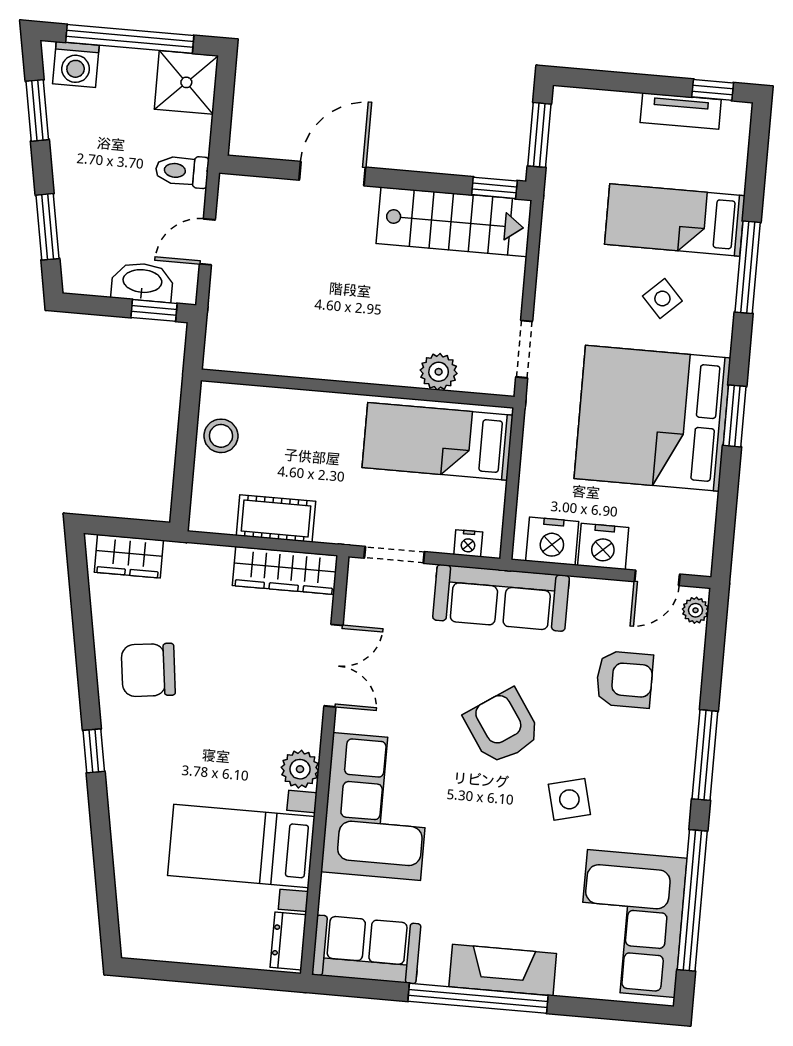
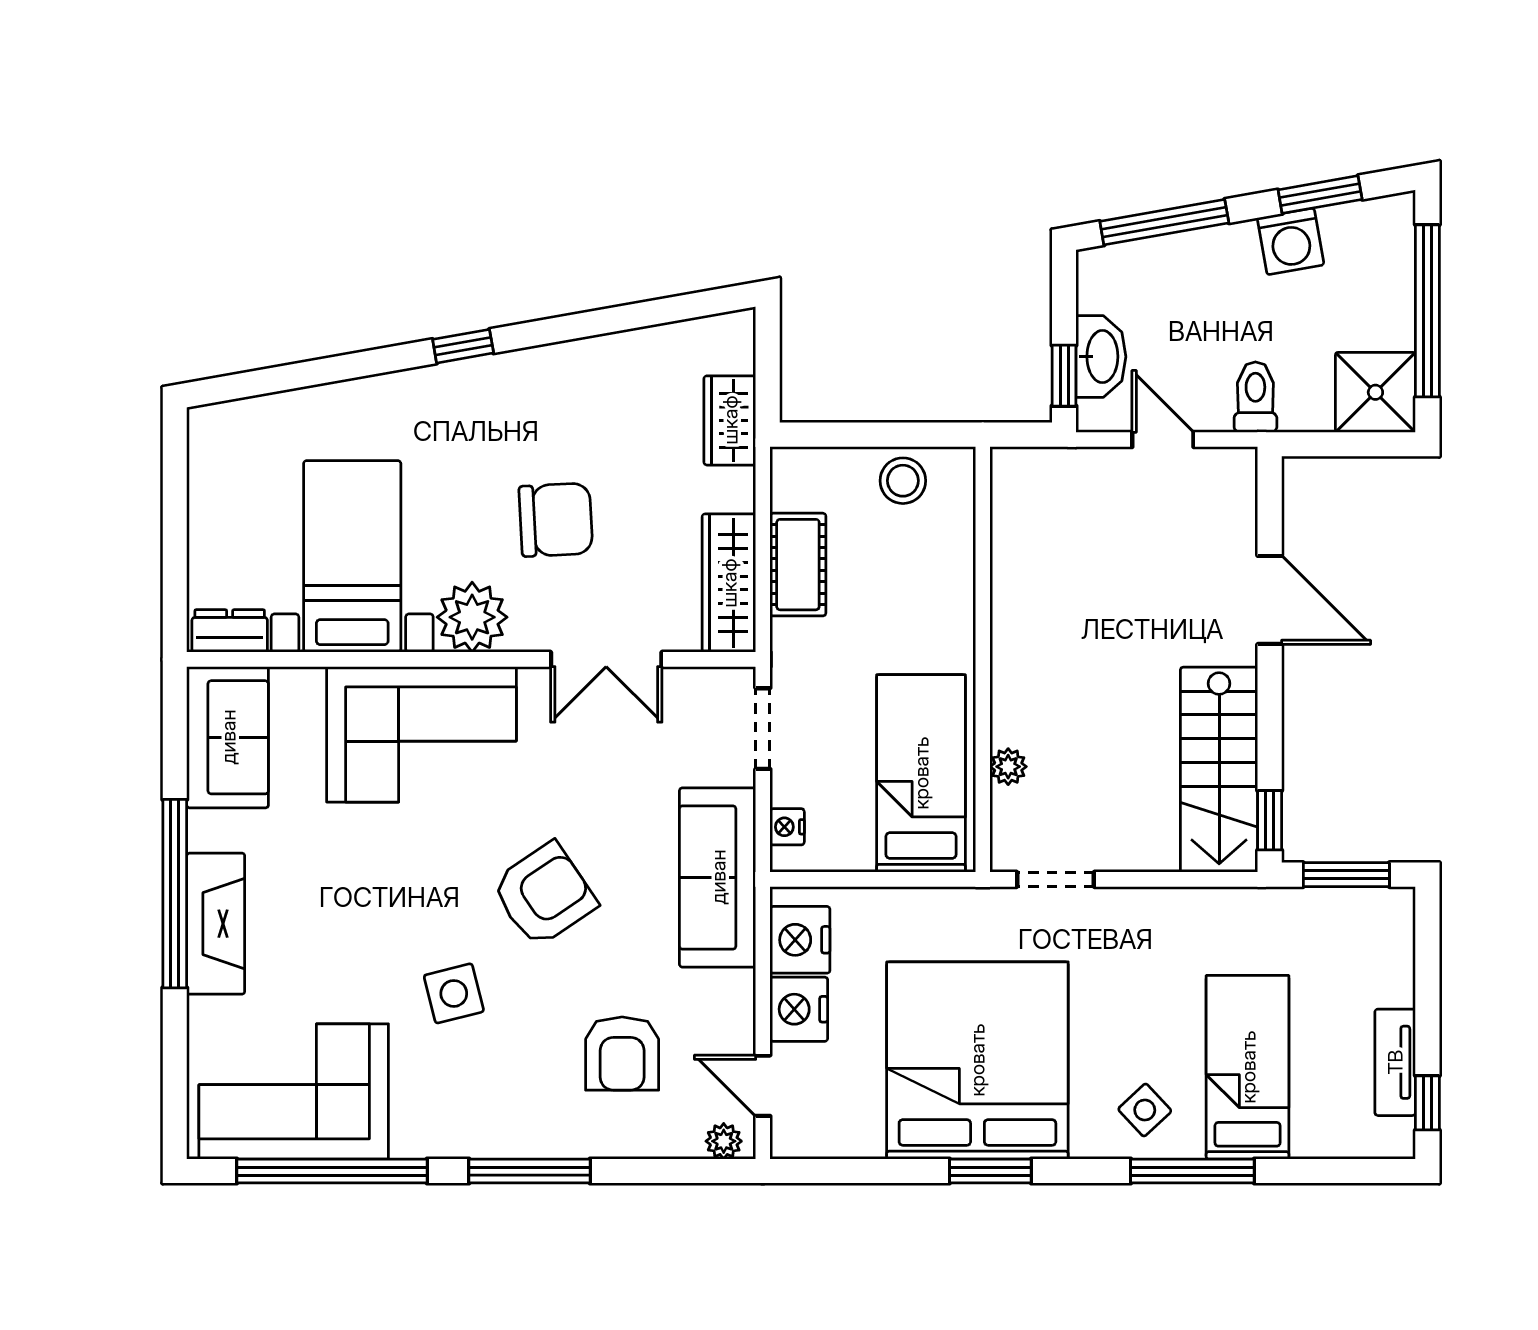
washing machine: (76, 65) -> (1291, 241), moved, turned -100
window: (48, 227) -> (1164, 222), width x1.44
side table: (662, 299) -> (1145, 1110), moved
plant: (439, 372) -> (1008, 767), width x0.73, depth x0.73
wardrobe: (129, 556) -> (730, 420), moved
chair: (148, 670) -> (556, 520), moved, turned 94
plant: (300, 769) -> (472, 617), width x1.36, depth x1.36

